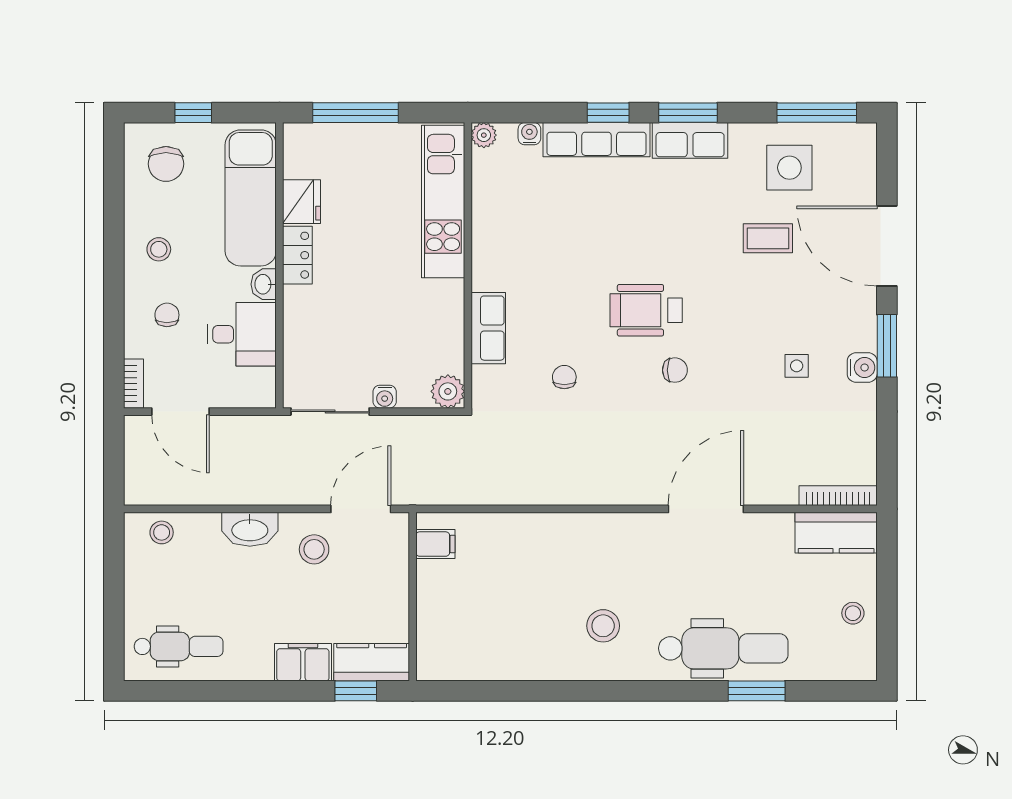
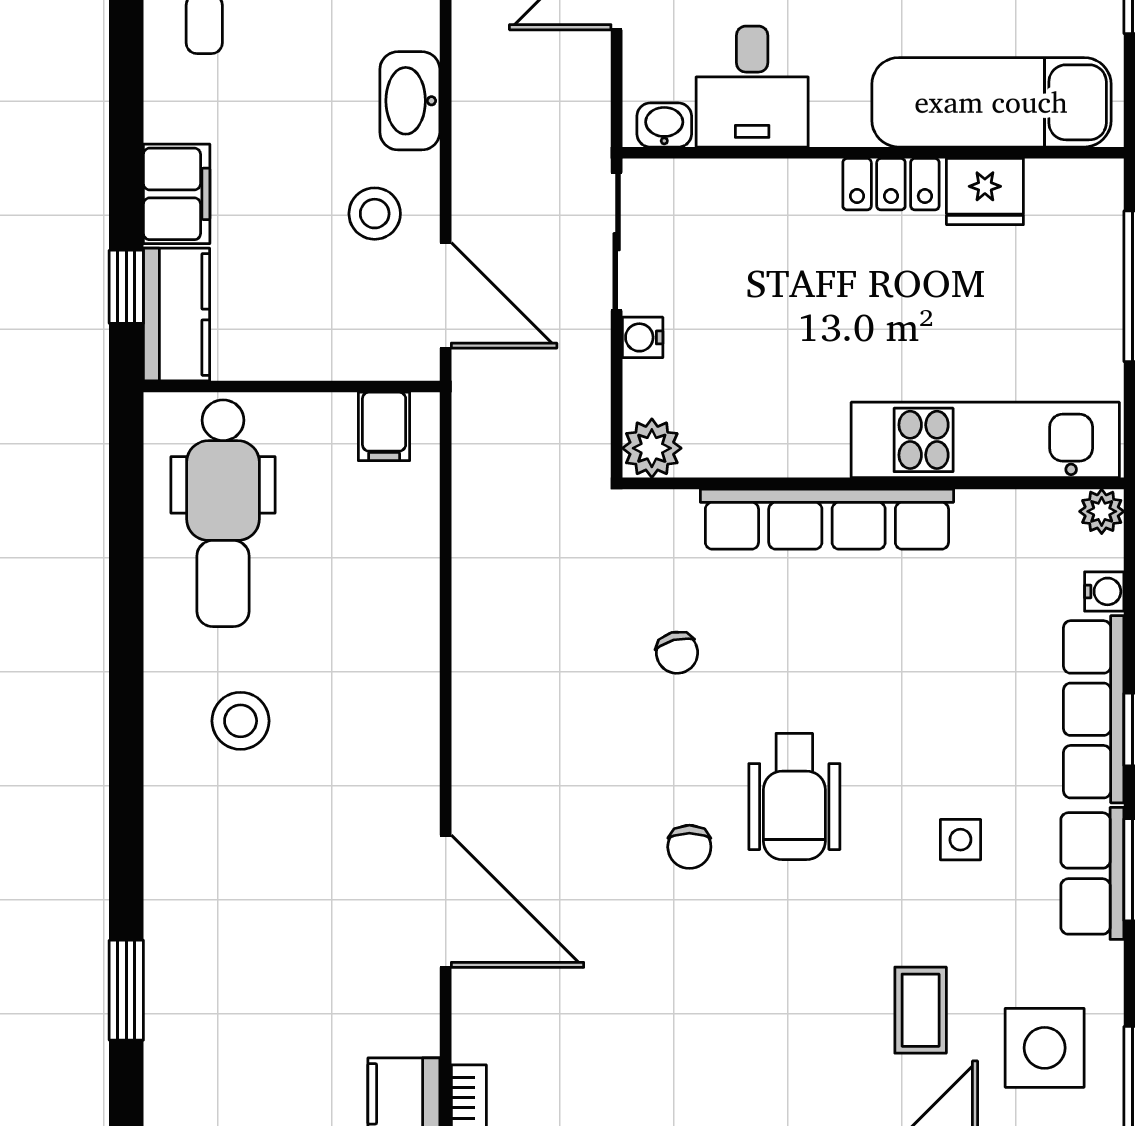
washbasin: (264, 284) -> (664, 125), moved
wheelchair: (646, 310) -> (794, 796), turned 180
row of seats: (488, 328) -> (827, 519), width x2.02
side table: (797, 366) -> (960, 840), moved
chair: (564, 377) -> (677, 653), turned 75
dental chair: (723, 648) -> (223, 513), moved

